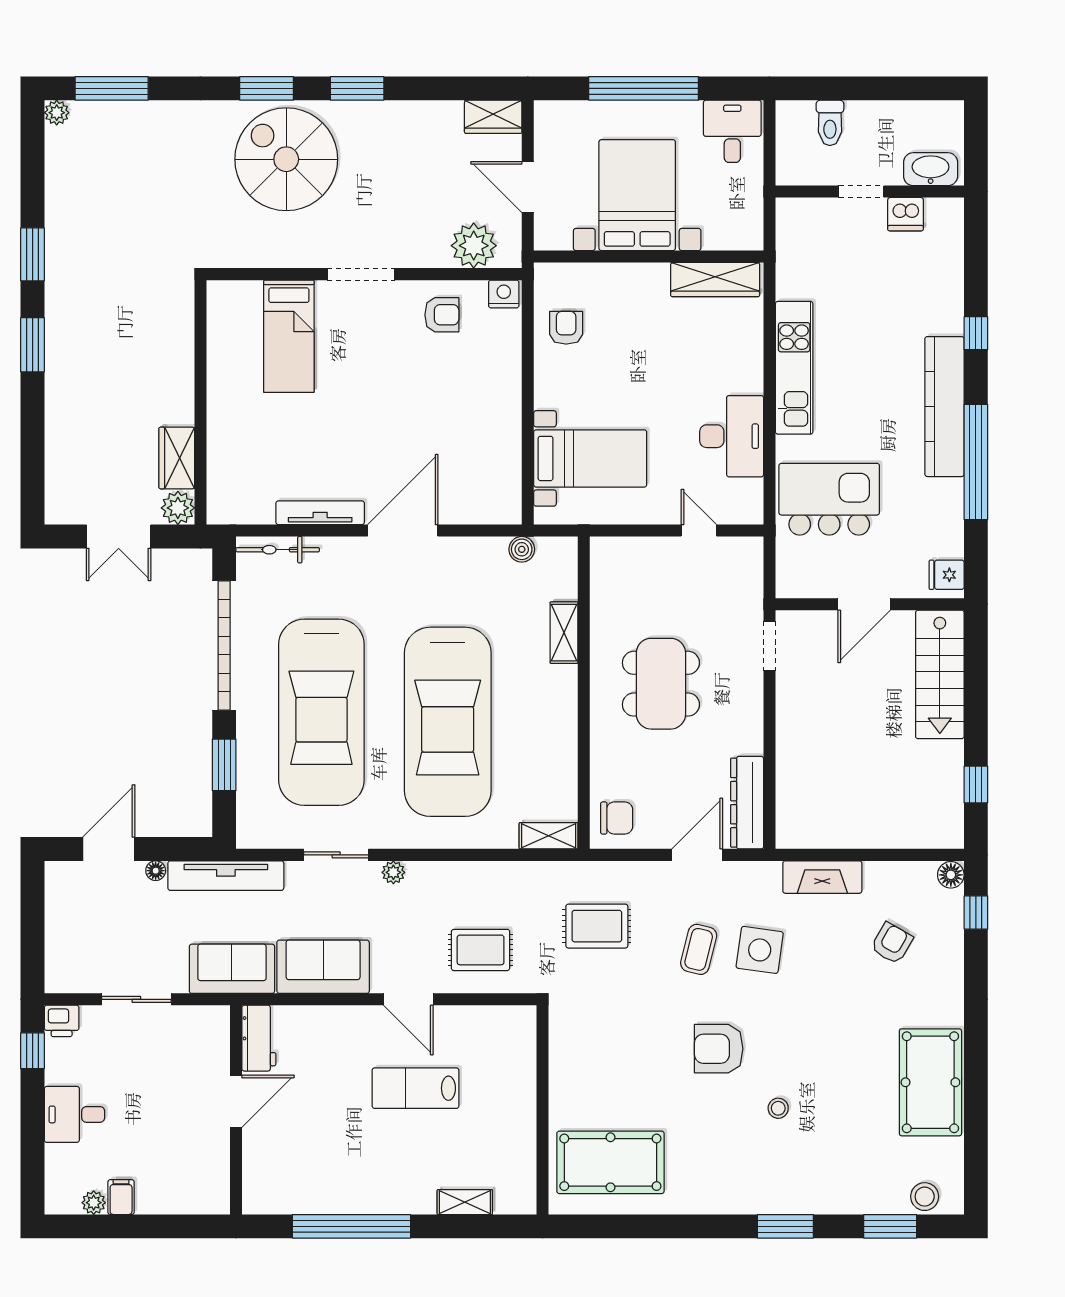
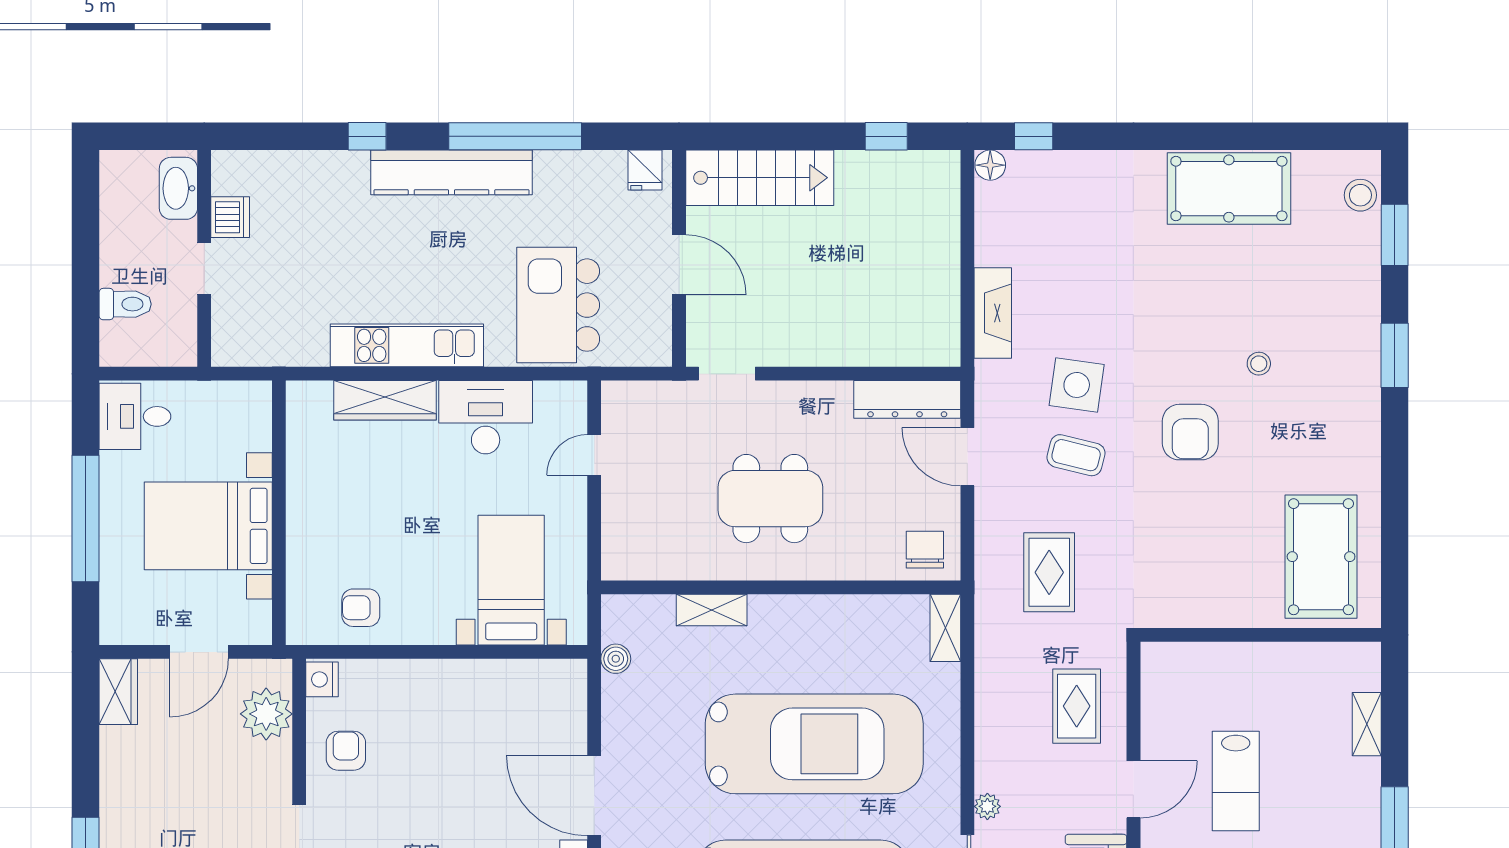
wardrobe: (715, 280) -> (385, 400), moved, turned 90
armchair: (892, 943) -> (1069, 233), removed

